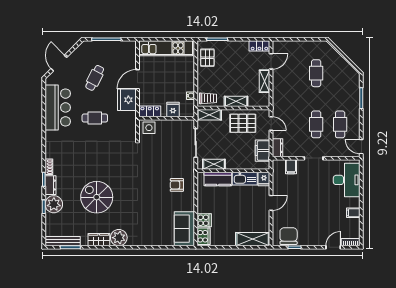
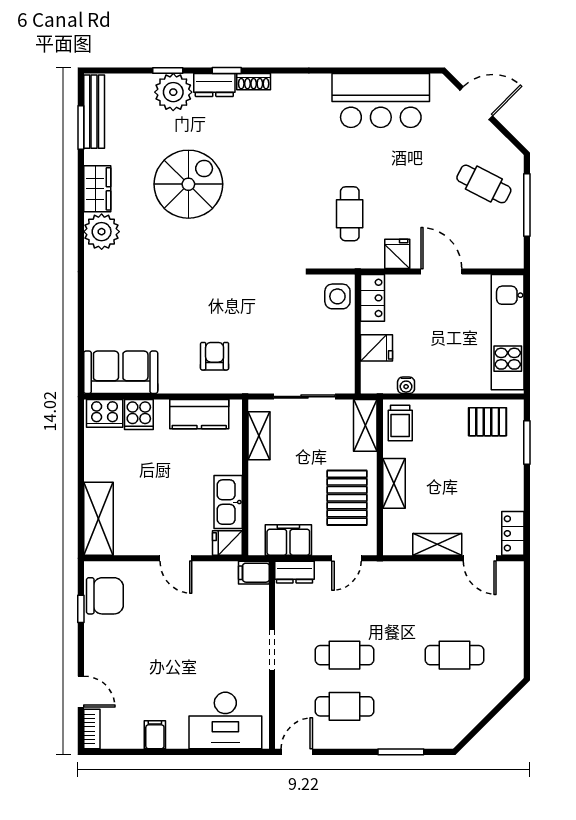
cafe table: (95, 78) -> (484, 184), moved
fridge: (127, 100) -> (397, 254), width x0.53, depth x0.75
cafe table: (95, 118) -> (350, 214), moved
filing cabinet: (291, 167) -> (254, 573), moved
kitchen counter: (218, 179) -> (199, 414), moved, turned -90

